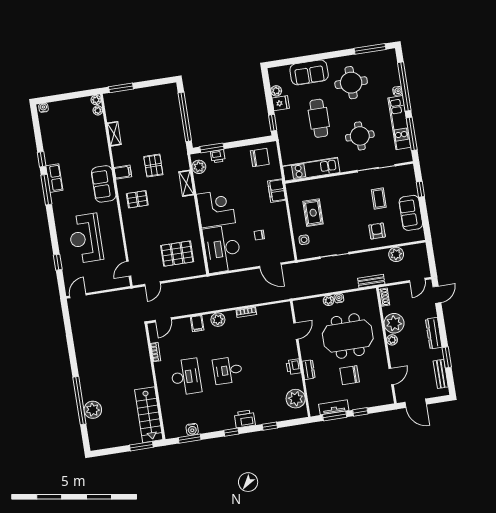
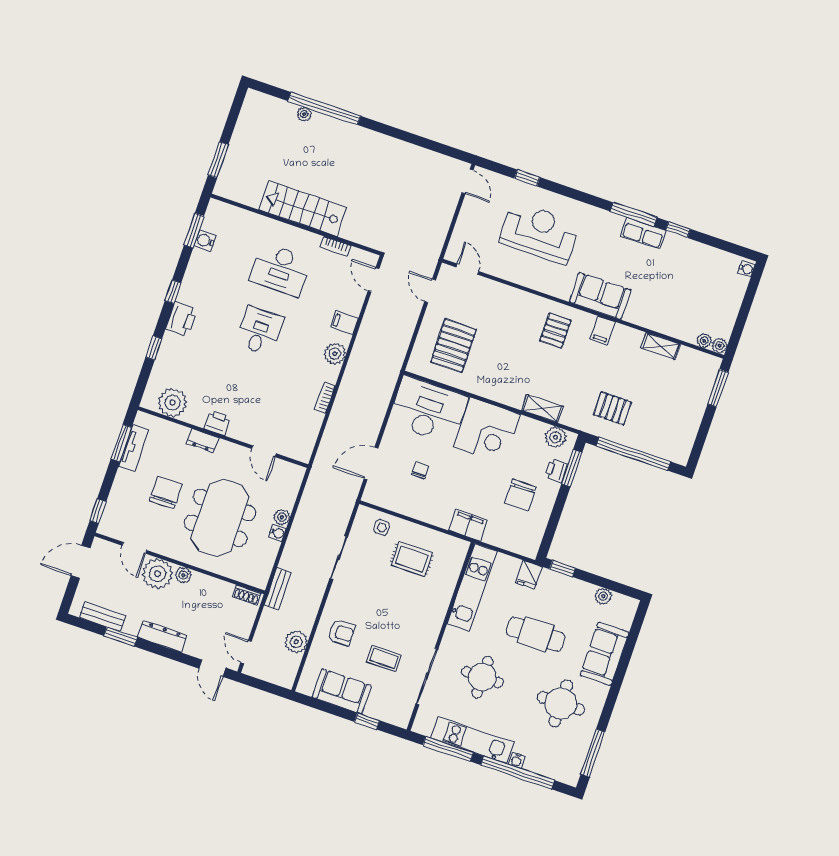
fridge: (281, 103) -> (529, 575), moved
chair: (260, 158) -> (521, 495), moved
pallet: (153, 166) -> (612, 408), moved
plant: (394, 323) -> (158, 574), moved
plant: (93, 410) -> (304, 114), width x0.53, depth x0.53
window: (360, 412) -> (98, 511), moved
stairs: (149, 415) -> (302, 208), moved

